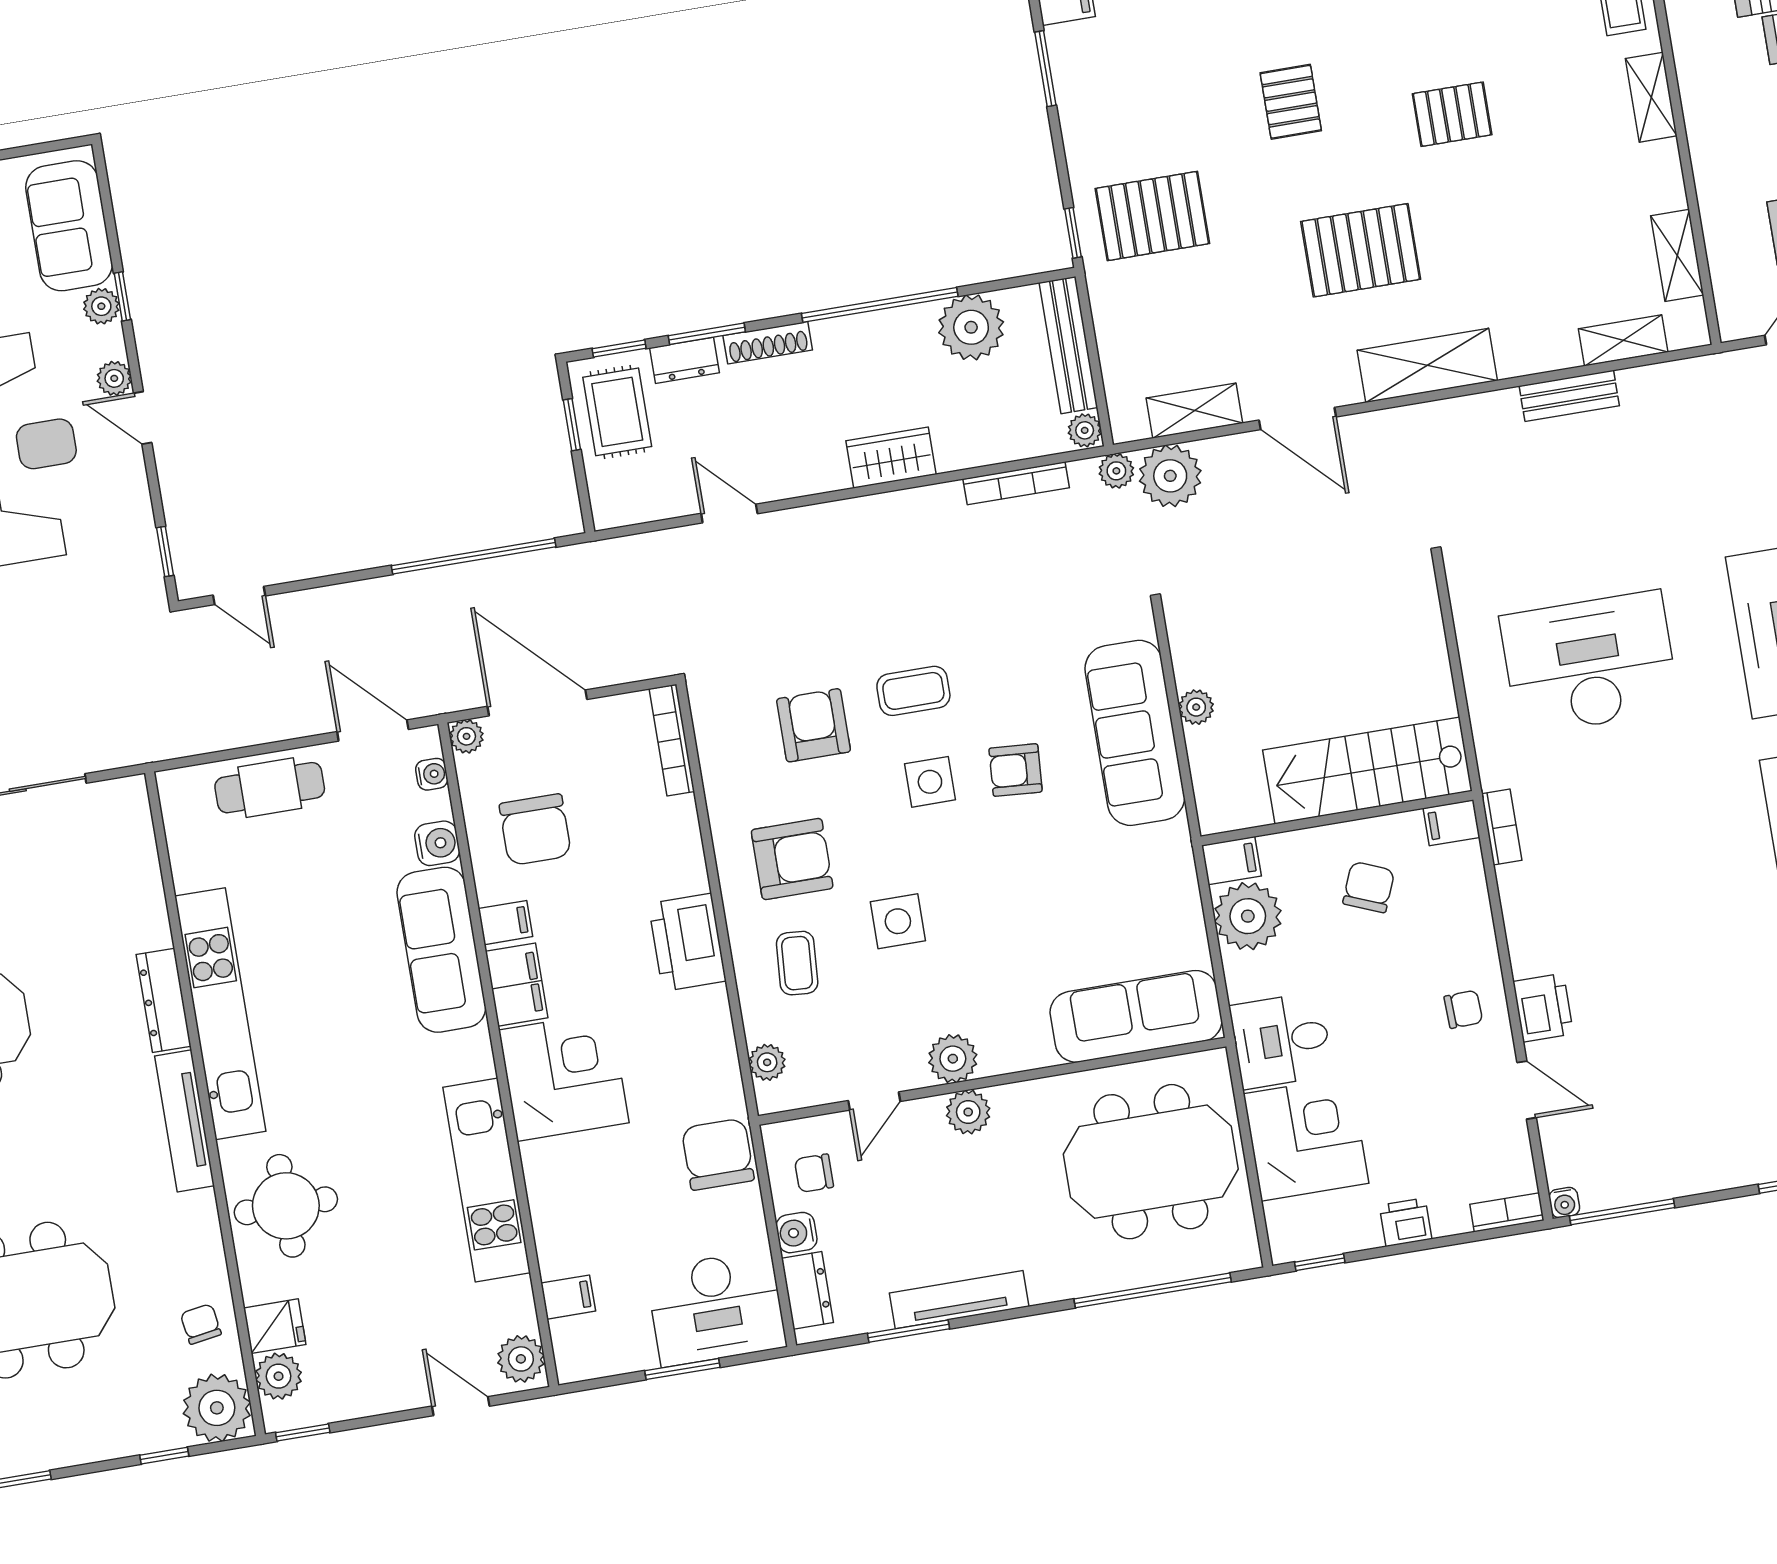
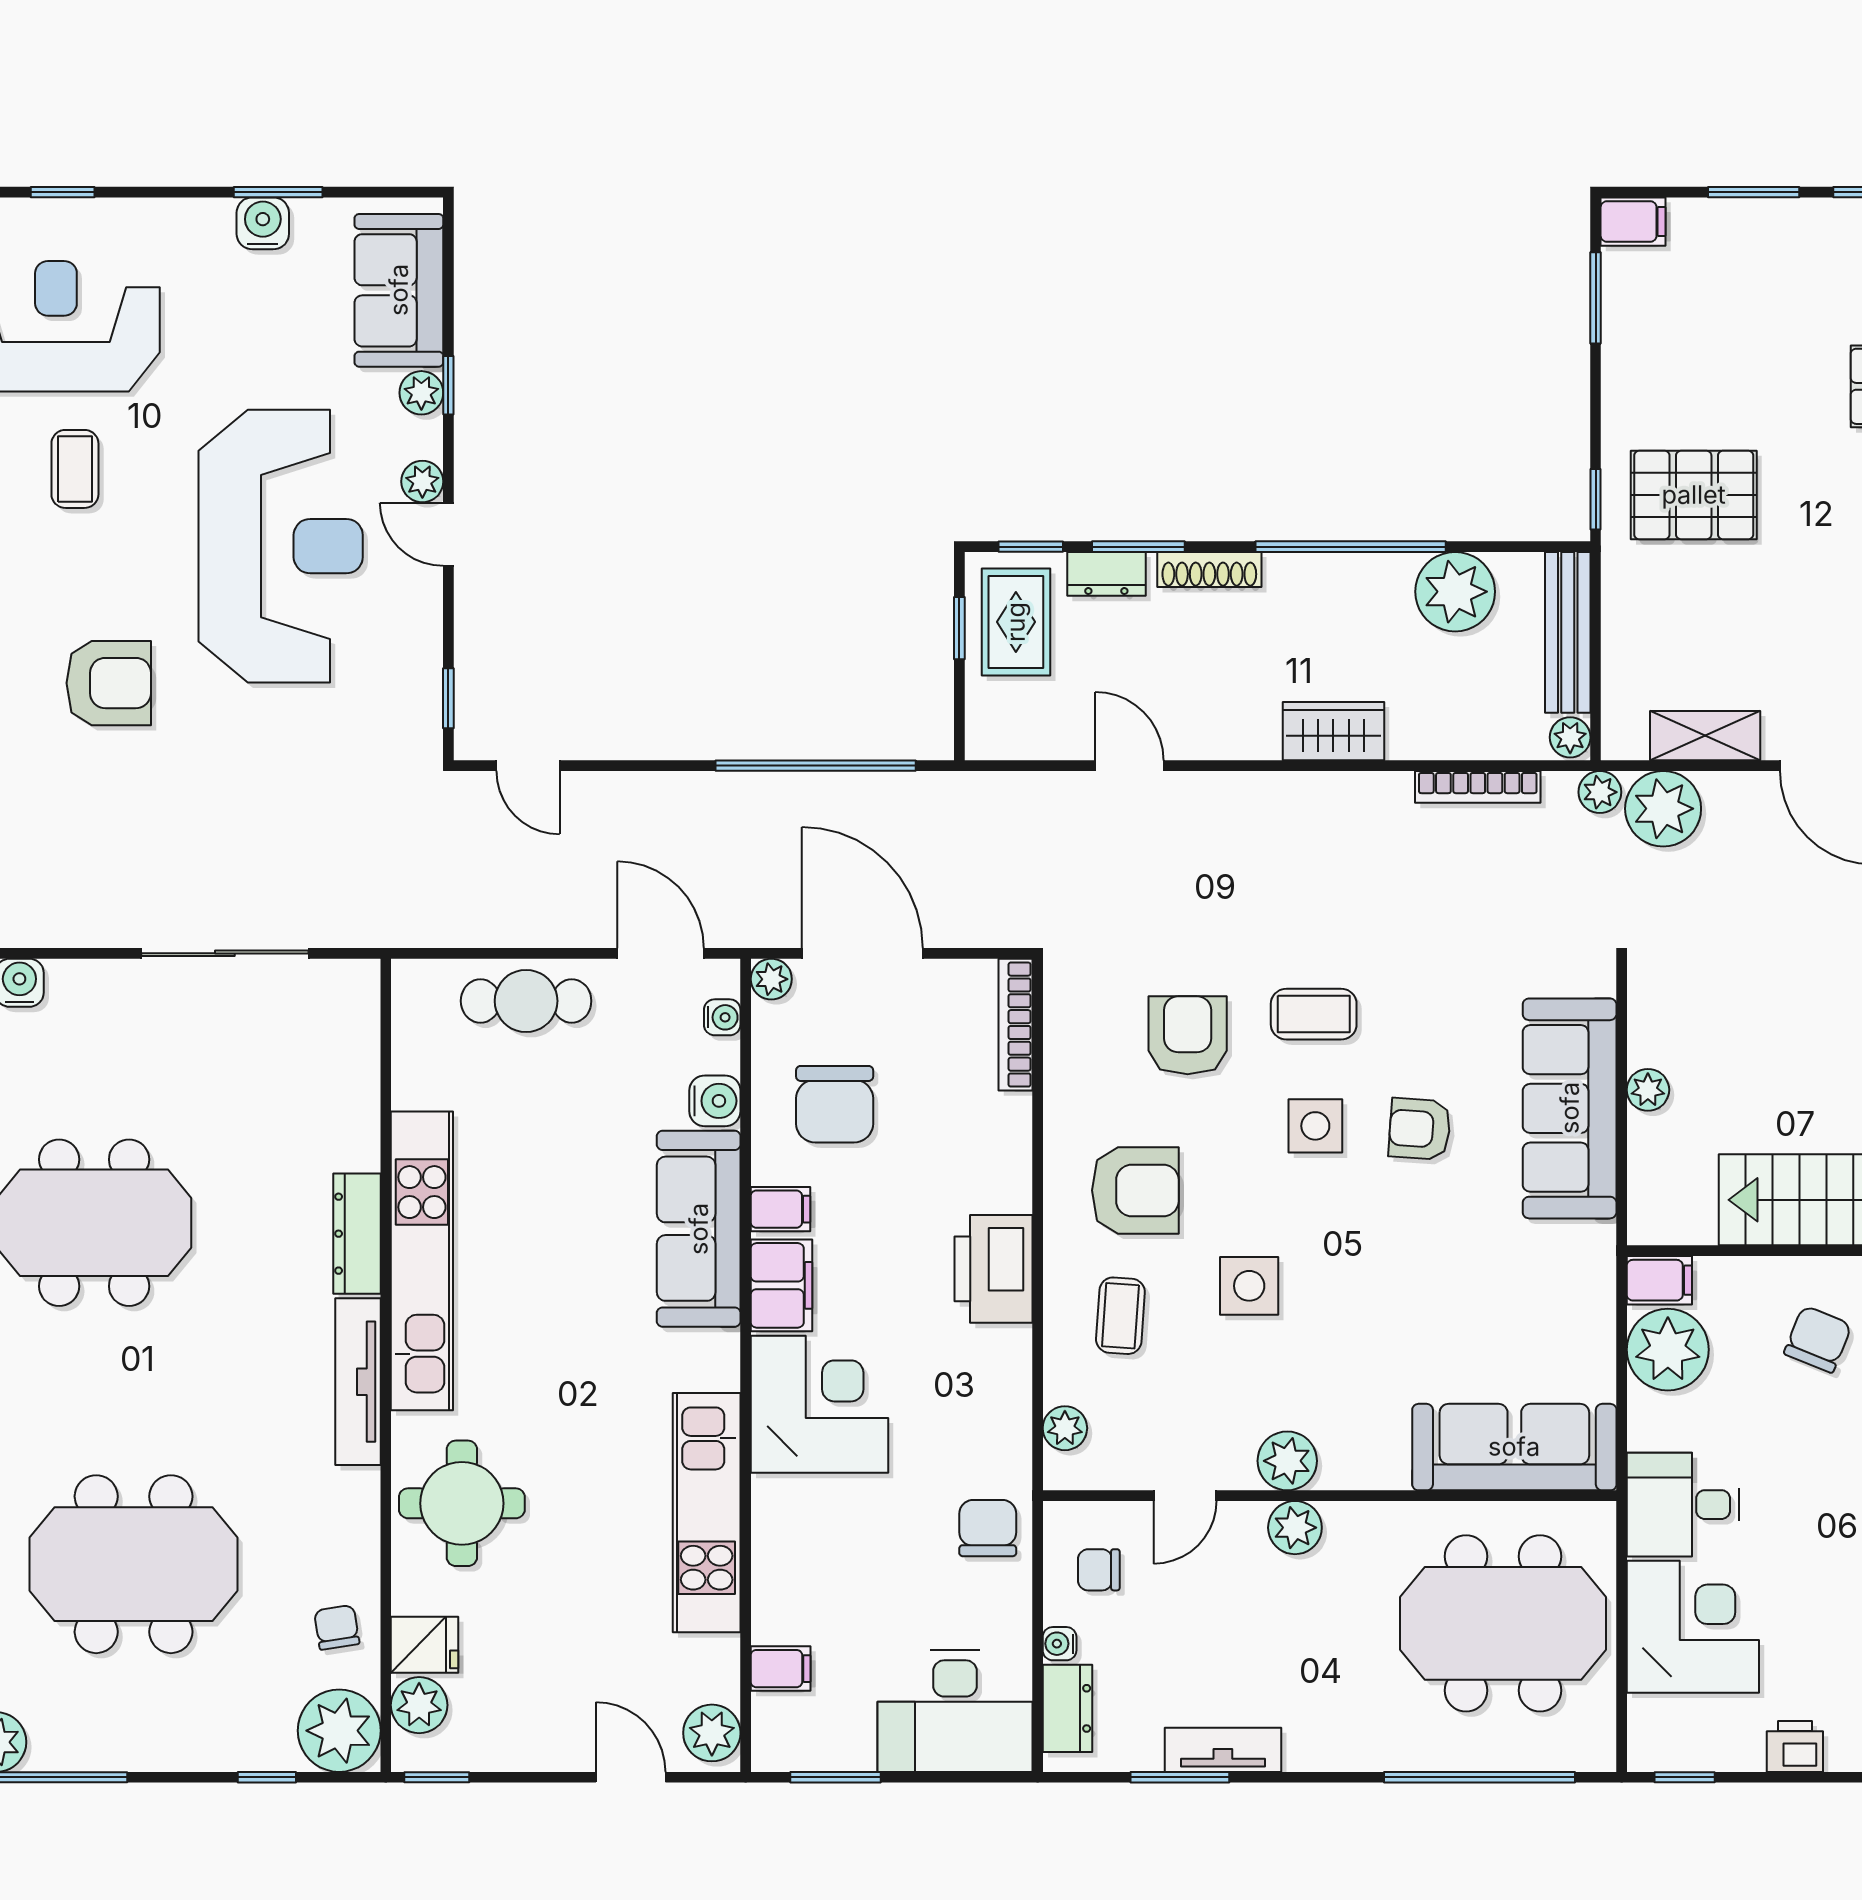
chair: (718, 1154) -> (988, 1528), width x0.73, depth x0.73
water cooler: (796, 1233) -> (1060, 1644), width x0.72, depth x0.72
tv unit: (959, 1300) -> (1223, 1750), width x0.71
window: (682, 1369) -> (835, 1777), moved

